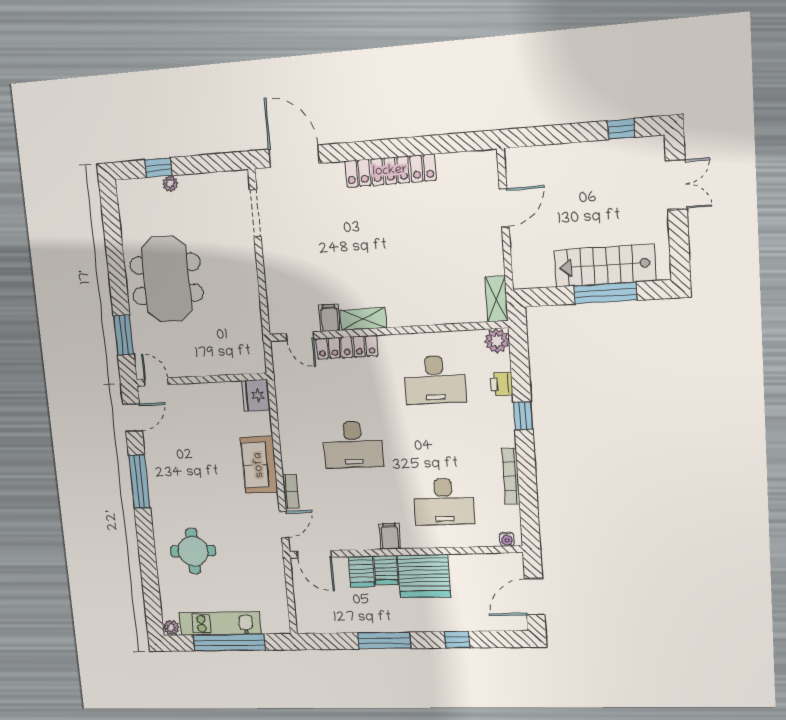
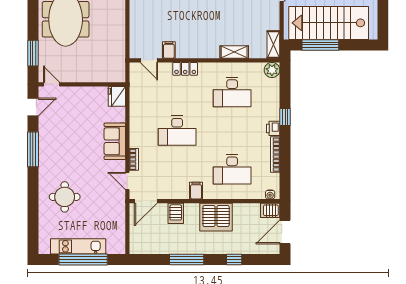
stairs: (605, 265) -> (329, 23), width x1.36, depth x1.51
window: (605, 293) -> (320, 45), moved
shelving: (363, 319) -> (234, 52), moved
locker: (347, 347) -> (185, 69), width x0.66
printer: (501, 384) -> (273, 128), moved
door: (284, 525) -> (127, 181), swing flipped
door: (314, 554) -> (146, 201), hinge flipped
server rack: (386, 570) -> (270, 210), moved, turned 90
plant: (171, 628) -> (44, 249), removed

